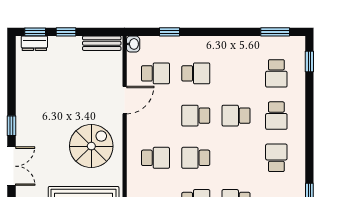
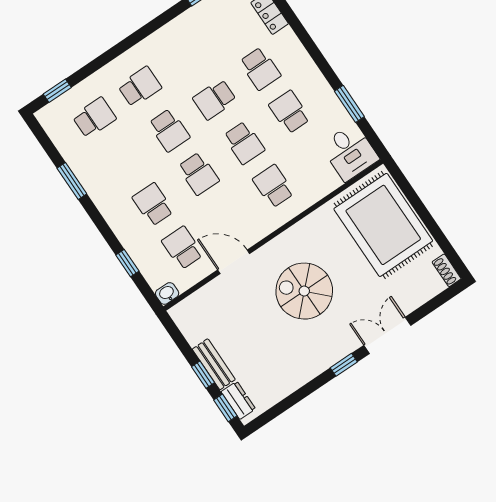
window: (275, 32) -> (72, 181), moved
bench: (102, 43) -> (214, 364), moved
spiral stairs: (91, 146) -> (304, 291), moved
school desk: (276, 158) -> (215, 99), moved

